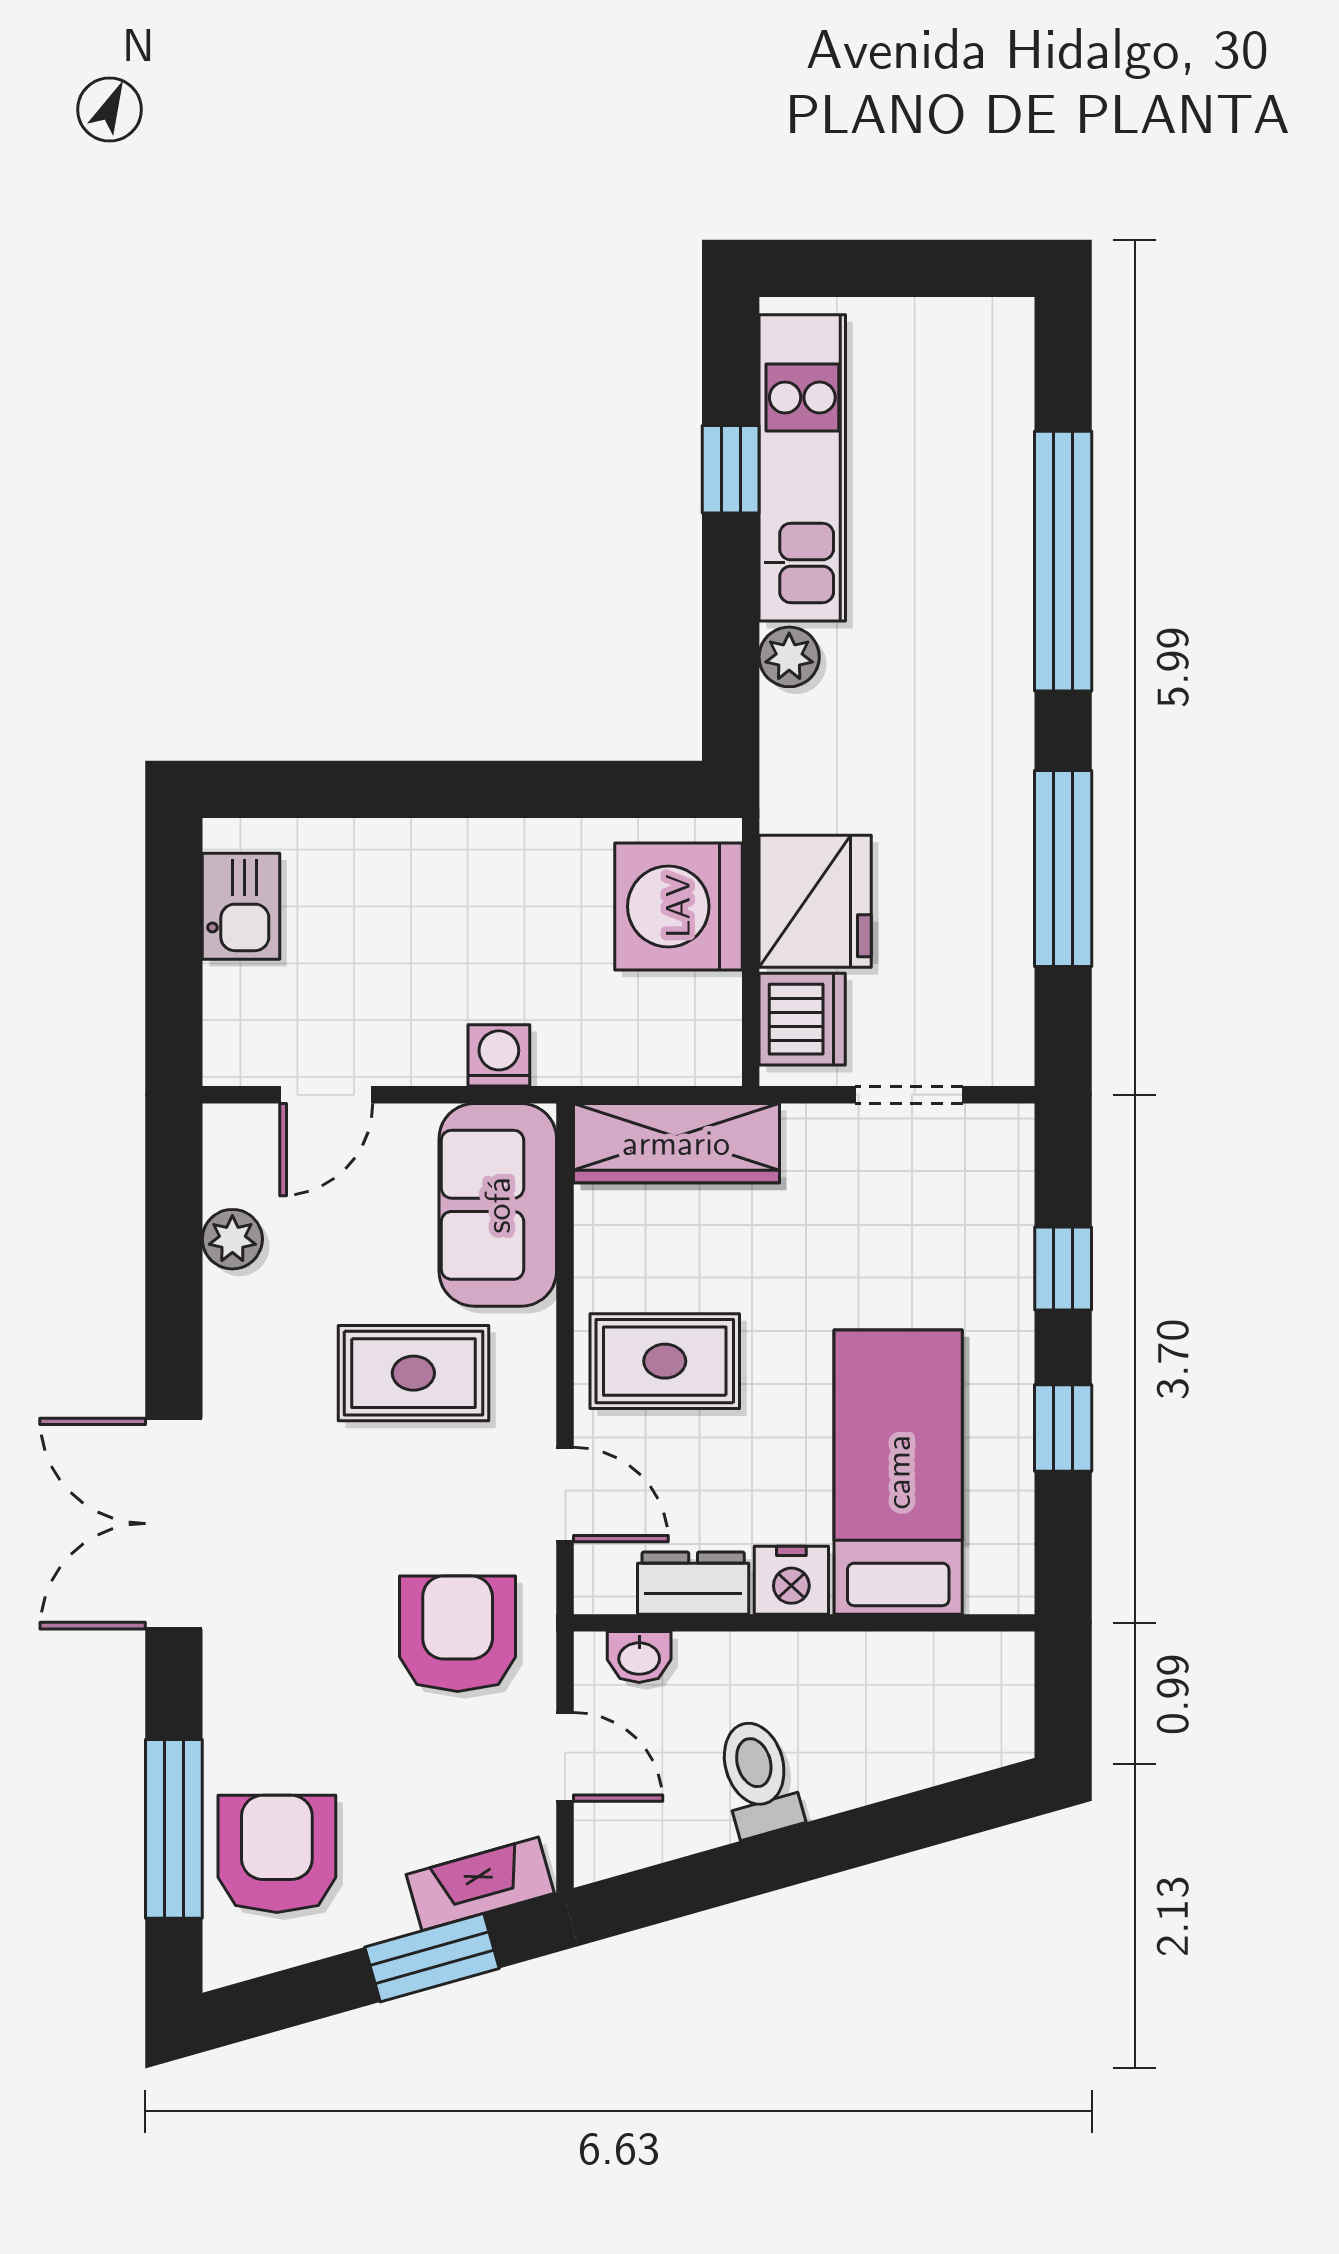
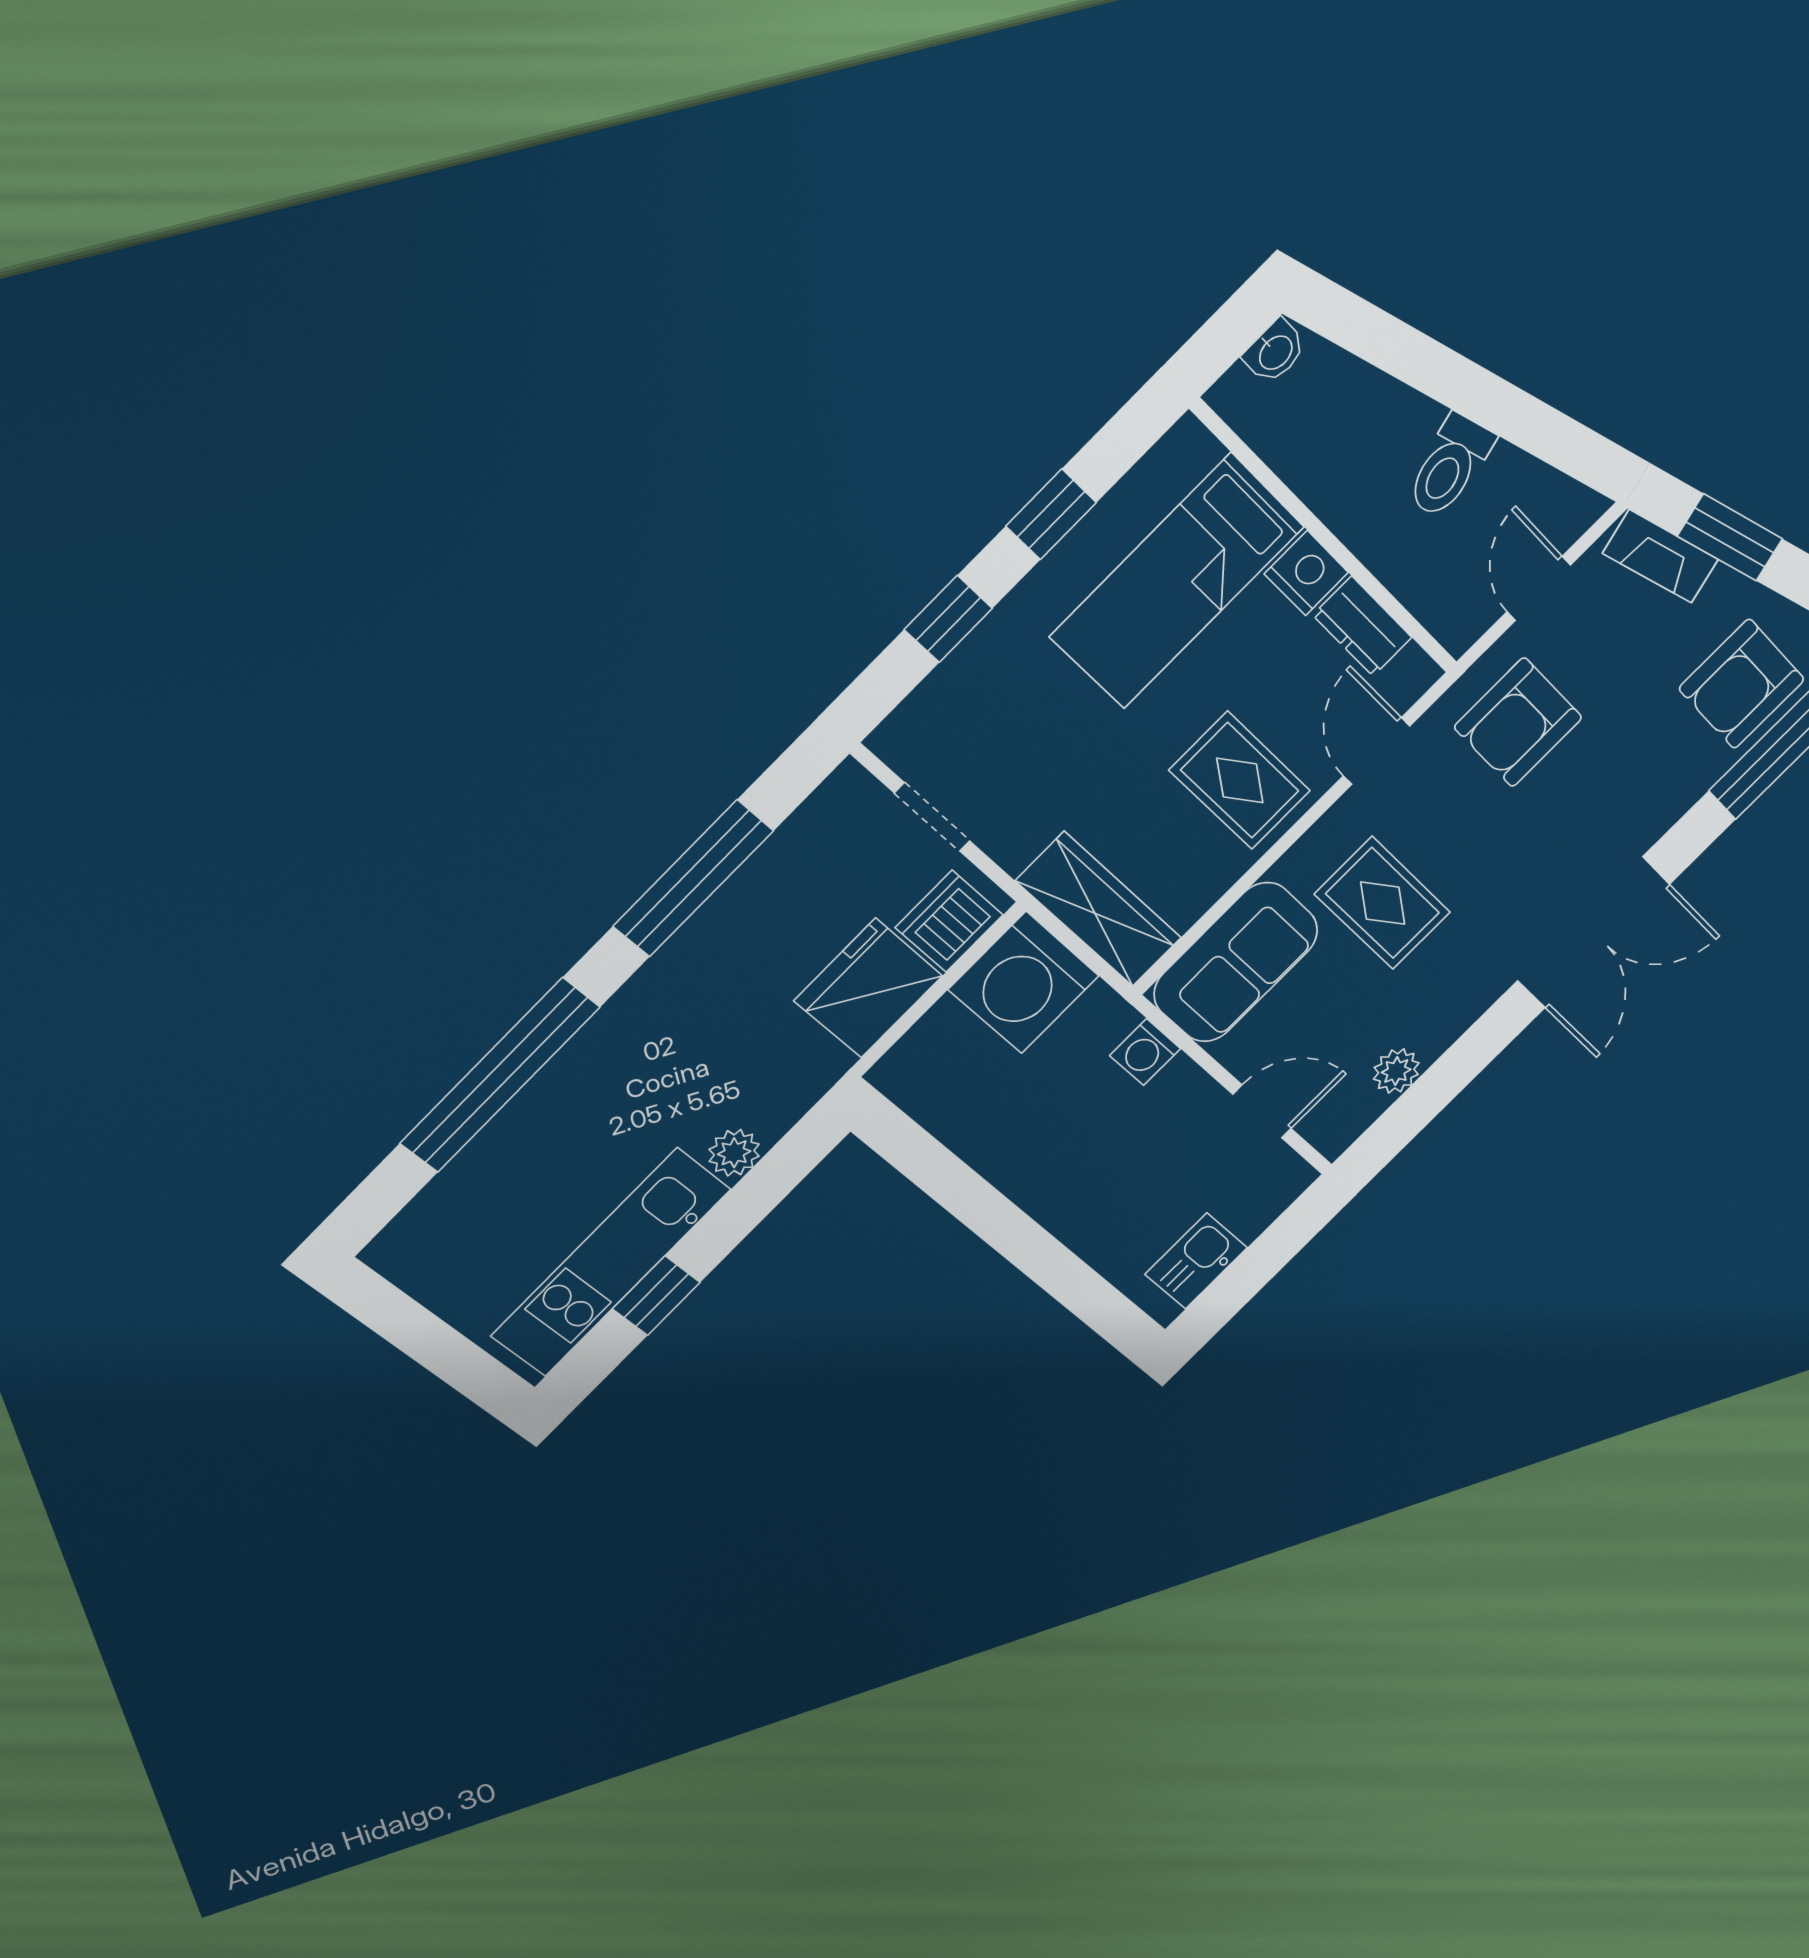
washing machine: (678, 906) -> (1024, 983), moved, turned 90
washbasin: (639, 1657) -> (1275, 352), moved, turned 90

